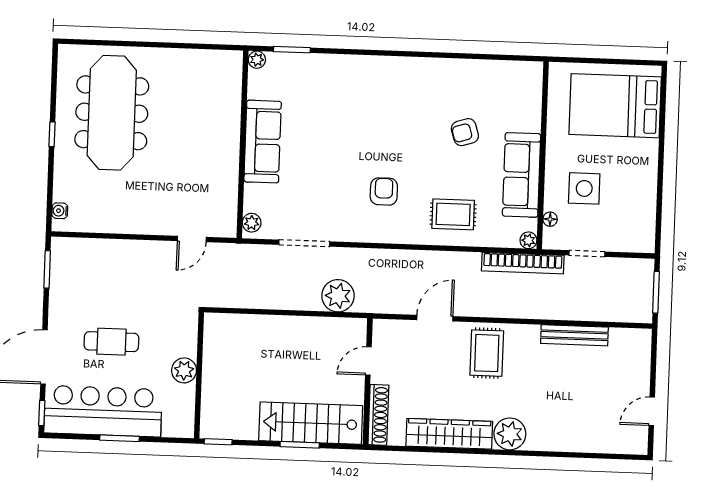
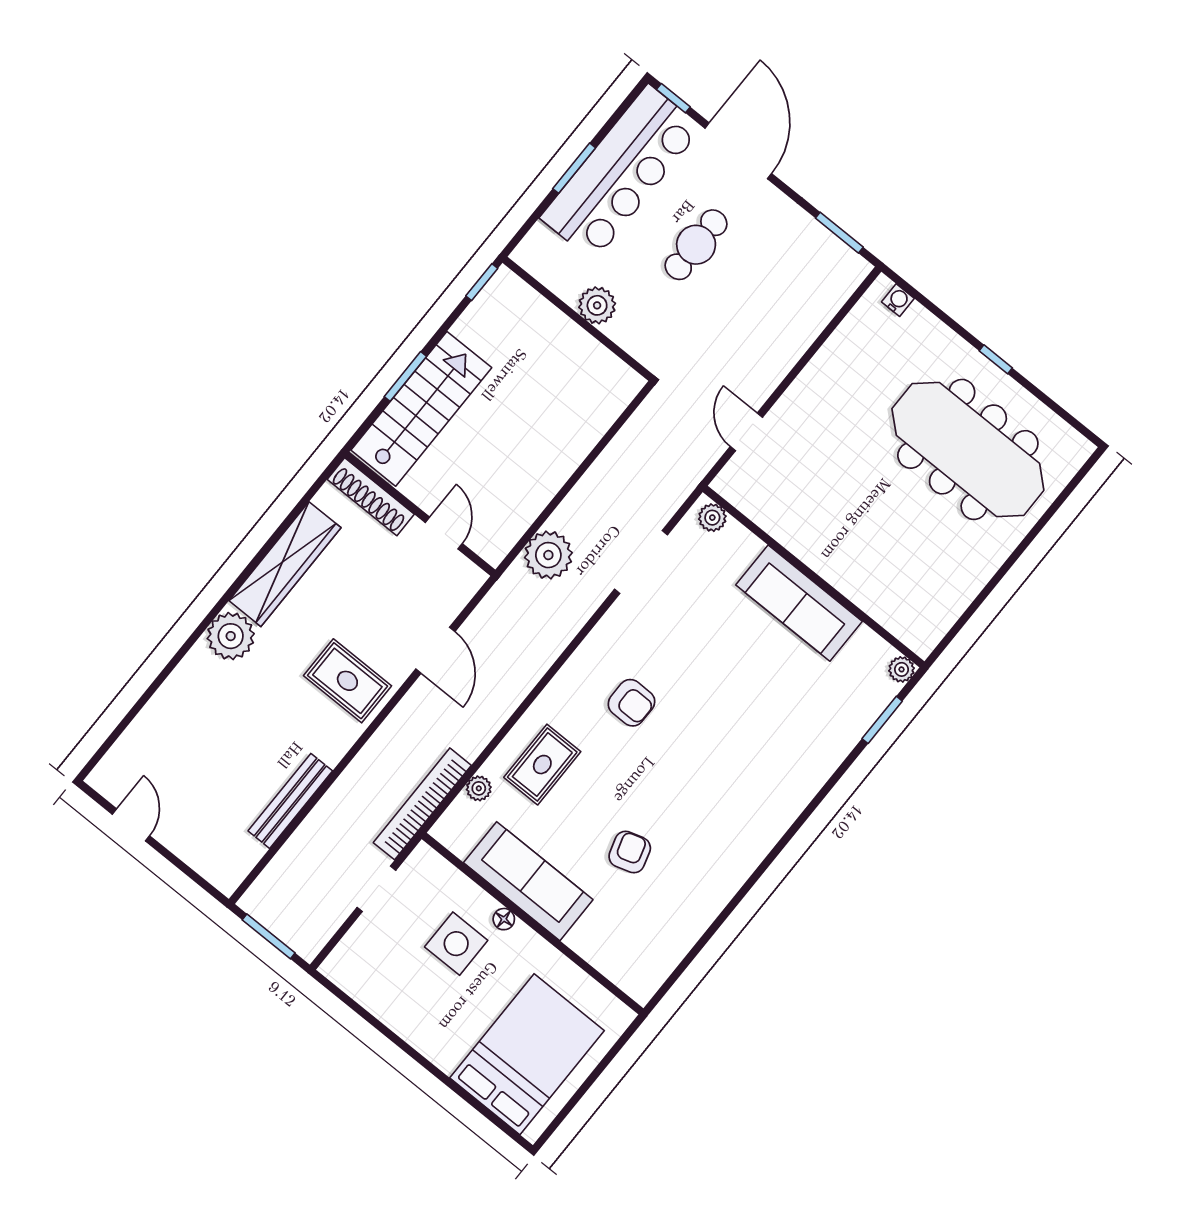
floor lamp: (550, 219) -> (504, 919), moved
plant: (528, 240) -> (479, 788), moved

